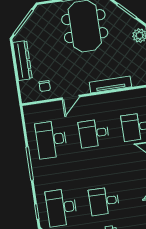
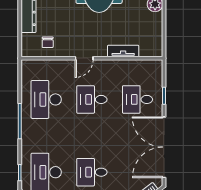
tv unit: (110, 84) -> (123, 51), width x0.71
door: (71, 97) -> (84, 58), moved

